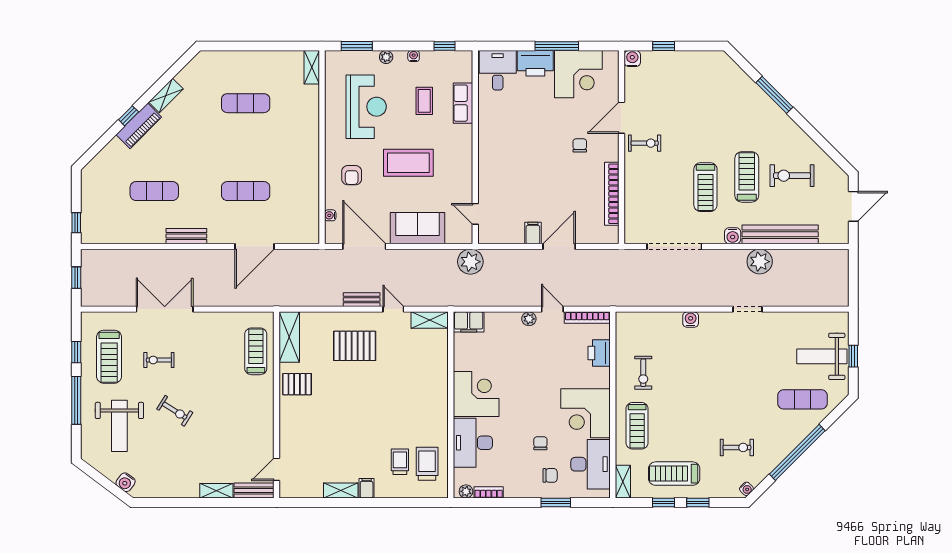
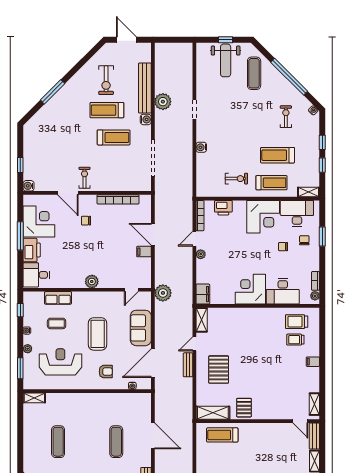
plant: (488, 154) -> (92, 281), added
treadmill: (674, 474) -> (278, 155), moved, turned 90
shelving: (341, 490) -> (314, 404), moved

